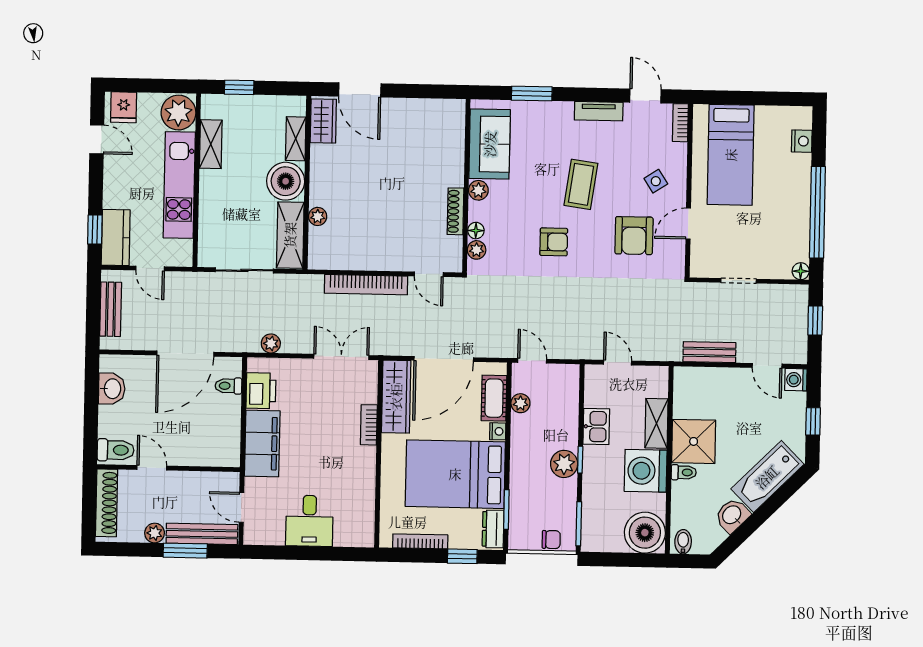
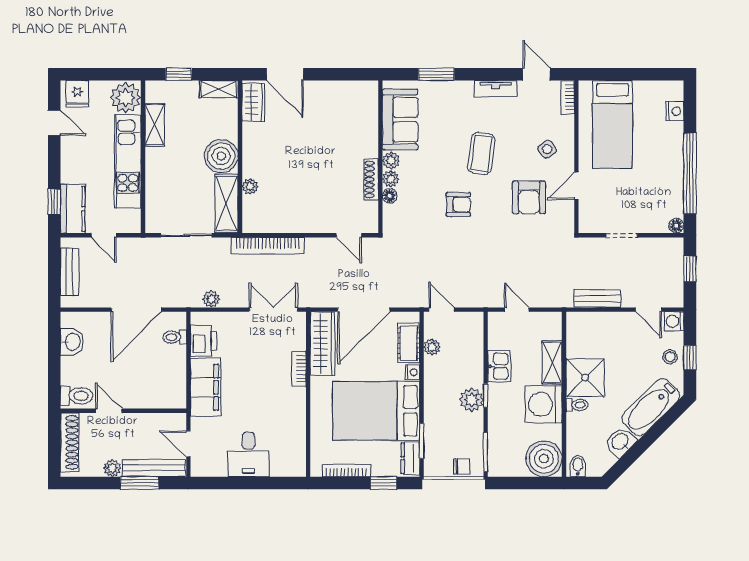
shelving: (296, 139) -> (219, 89), moved, turned 90
plant: (477, 250) -> (391, 179), moved
bookcase: (366, 285) -> (268, 246), moved
stool: (791, 420) -> (670, 357), added

